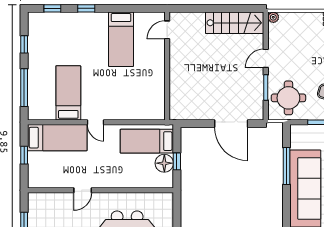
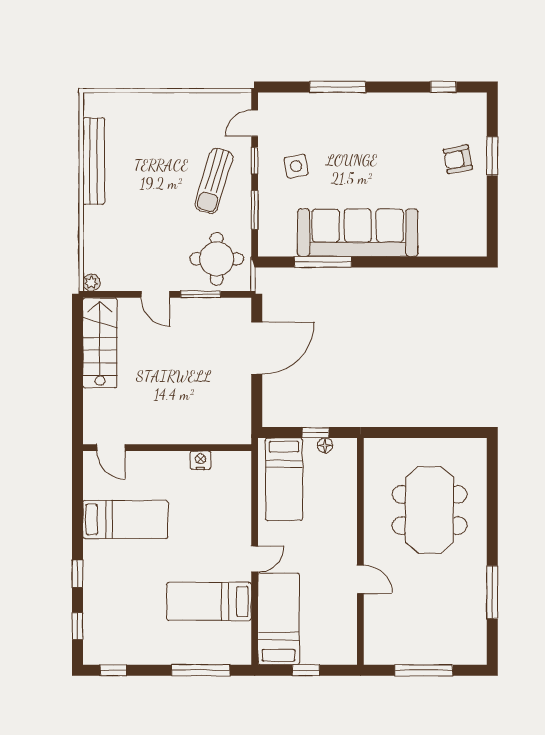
window: (24, 44) -> (113, 670), moved
nightstand: (159, 87) -> (200, 460), added
floor lamp: (164, 163) -> (325, 445), width x0.53, depth x0.53

